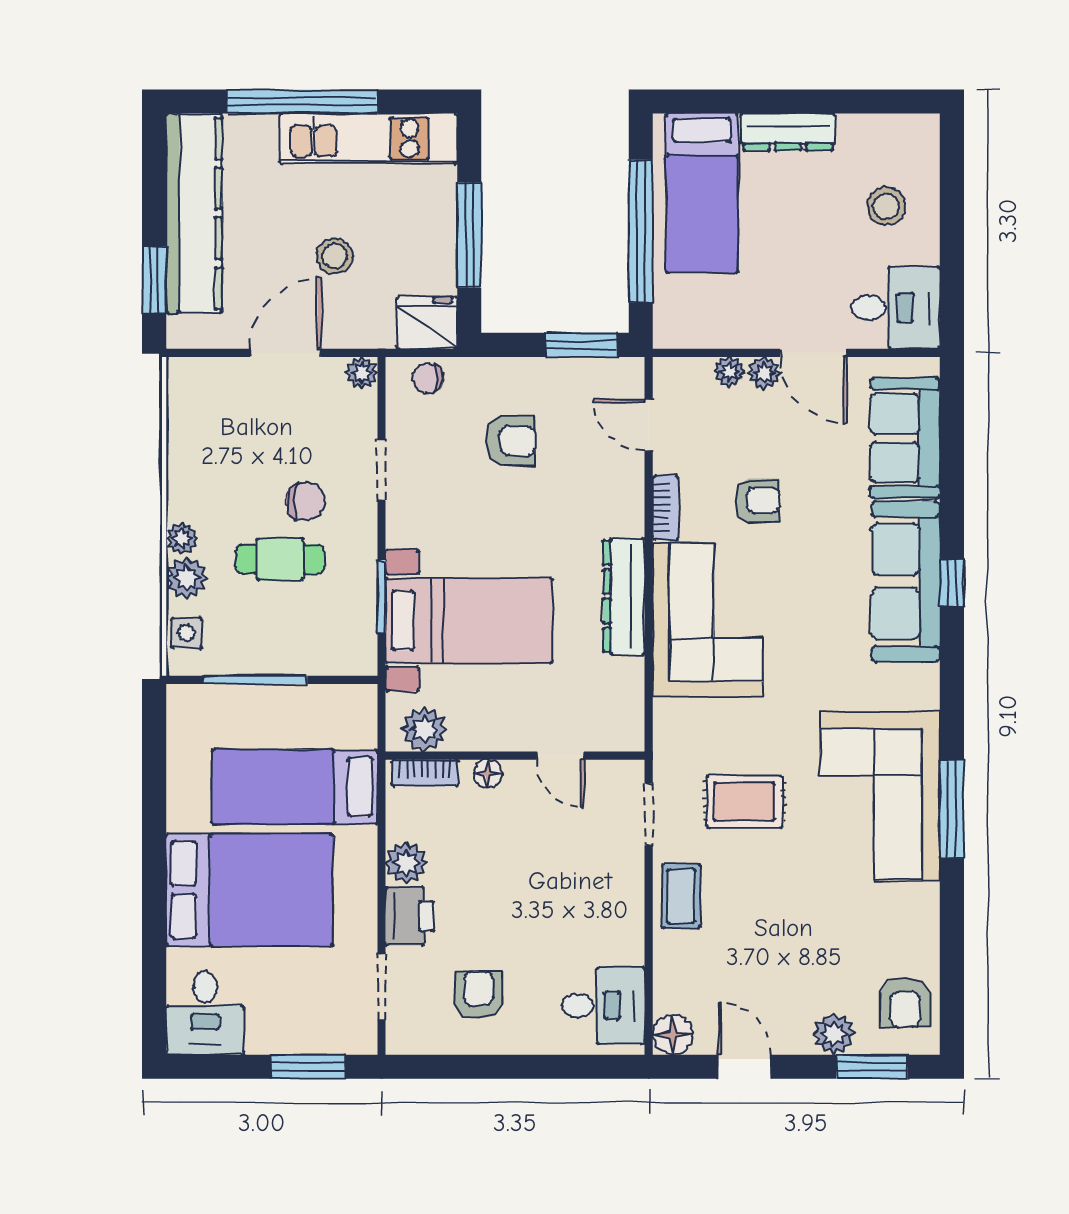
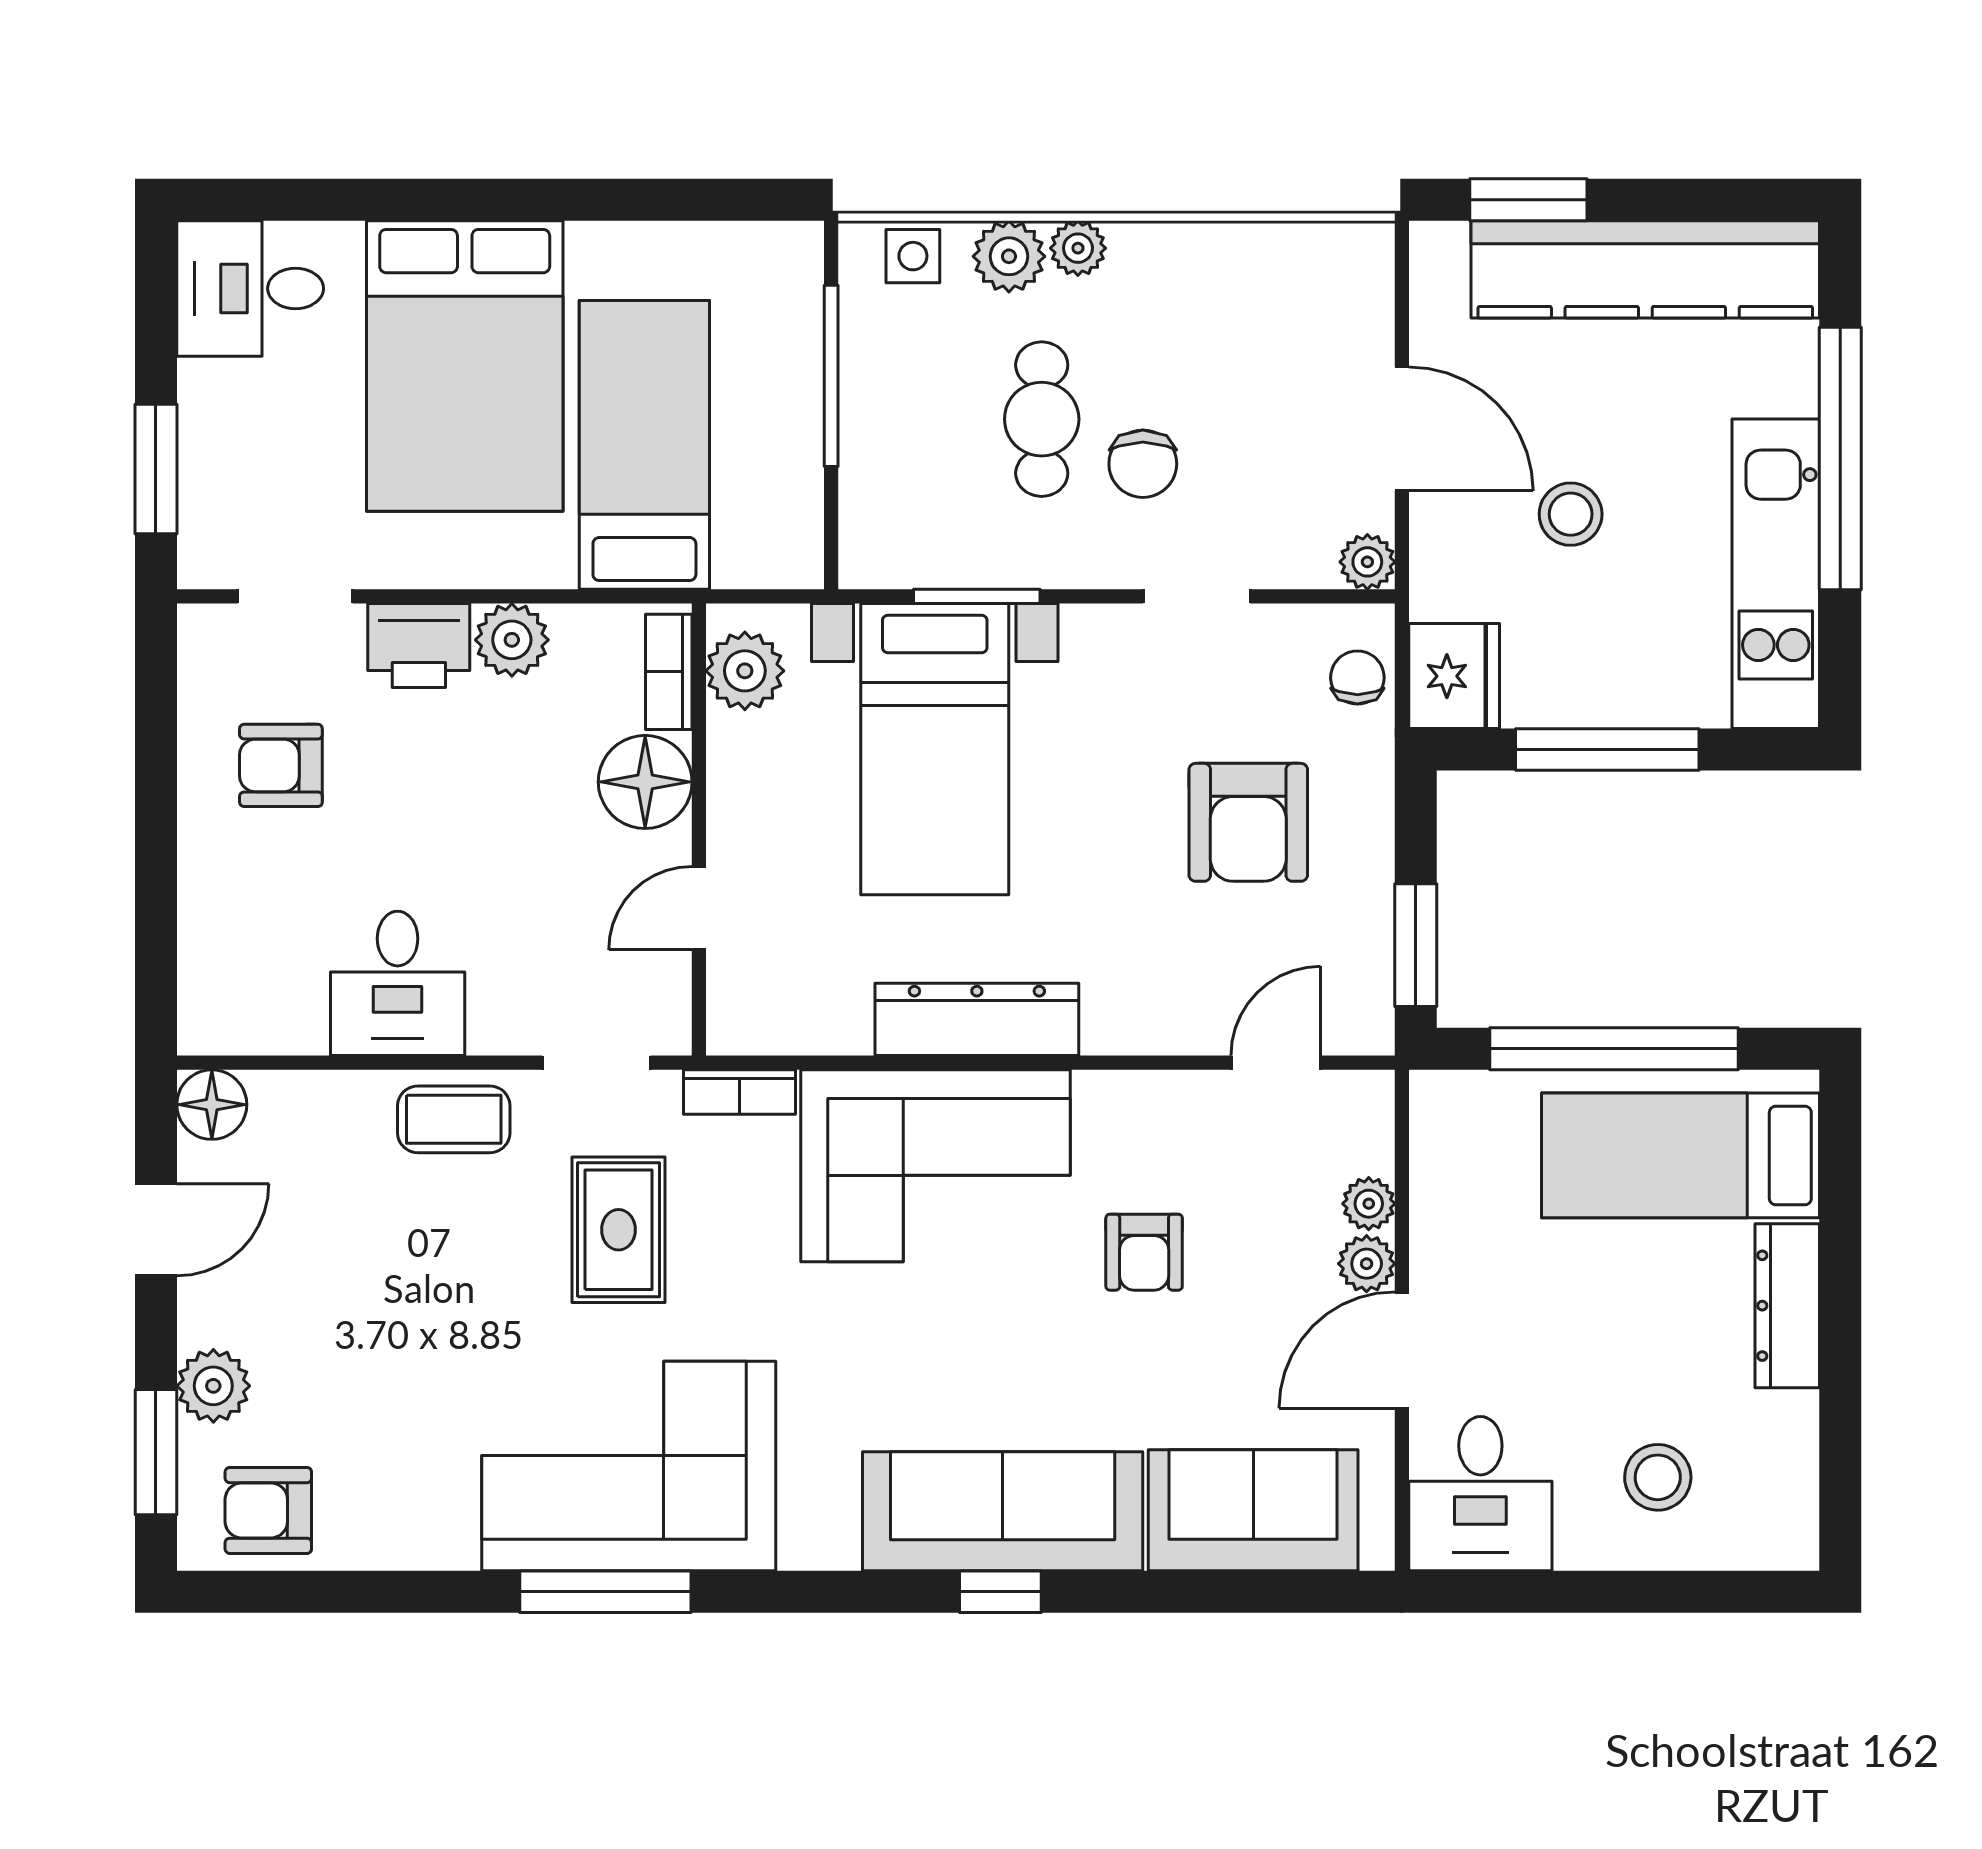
armchair: (511, 441) -> (1248, 822), width x1.38, depth x1.38
bookcase: (665, 508) -> (739, 1092), moved
floor lamp: (488, 774) -> (645, 782), width x1.89, depth x1.89
armchair: (478, 995) -> (281, 765), turned 180
desk: (603, 1006) -> (398, 983), moved

